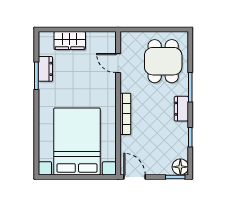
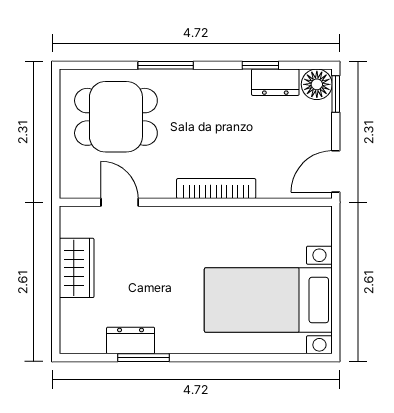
wardrobe: (70, 40) -> (77, 268), moved
door: (118, 63) -> (120, 202), swing flipped
dresser: (181, 109) -> (275, 82), moved
bed with nightstands: (77, 141) -> (268, 300), width x0.73

